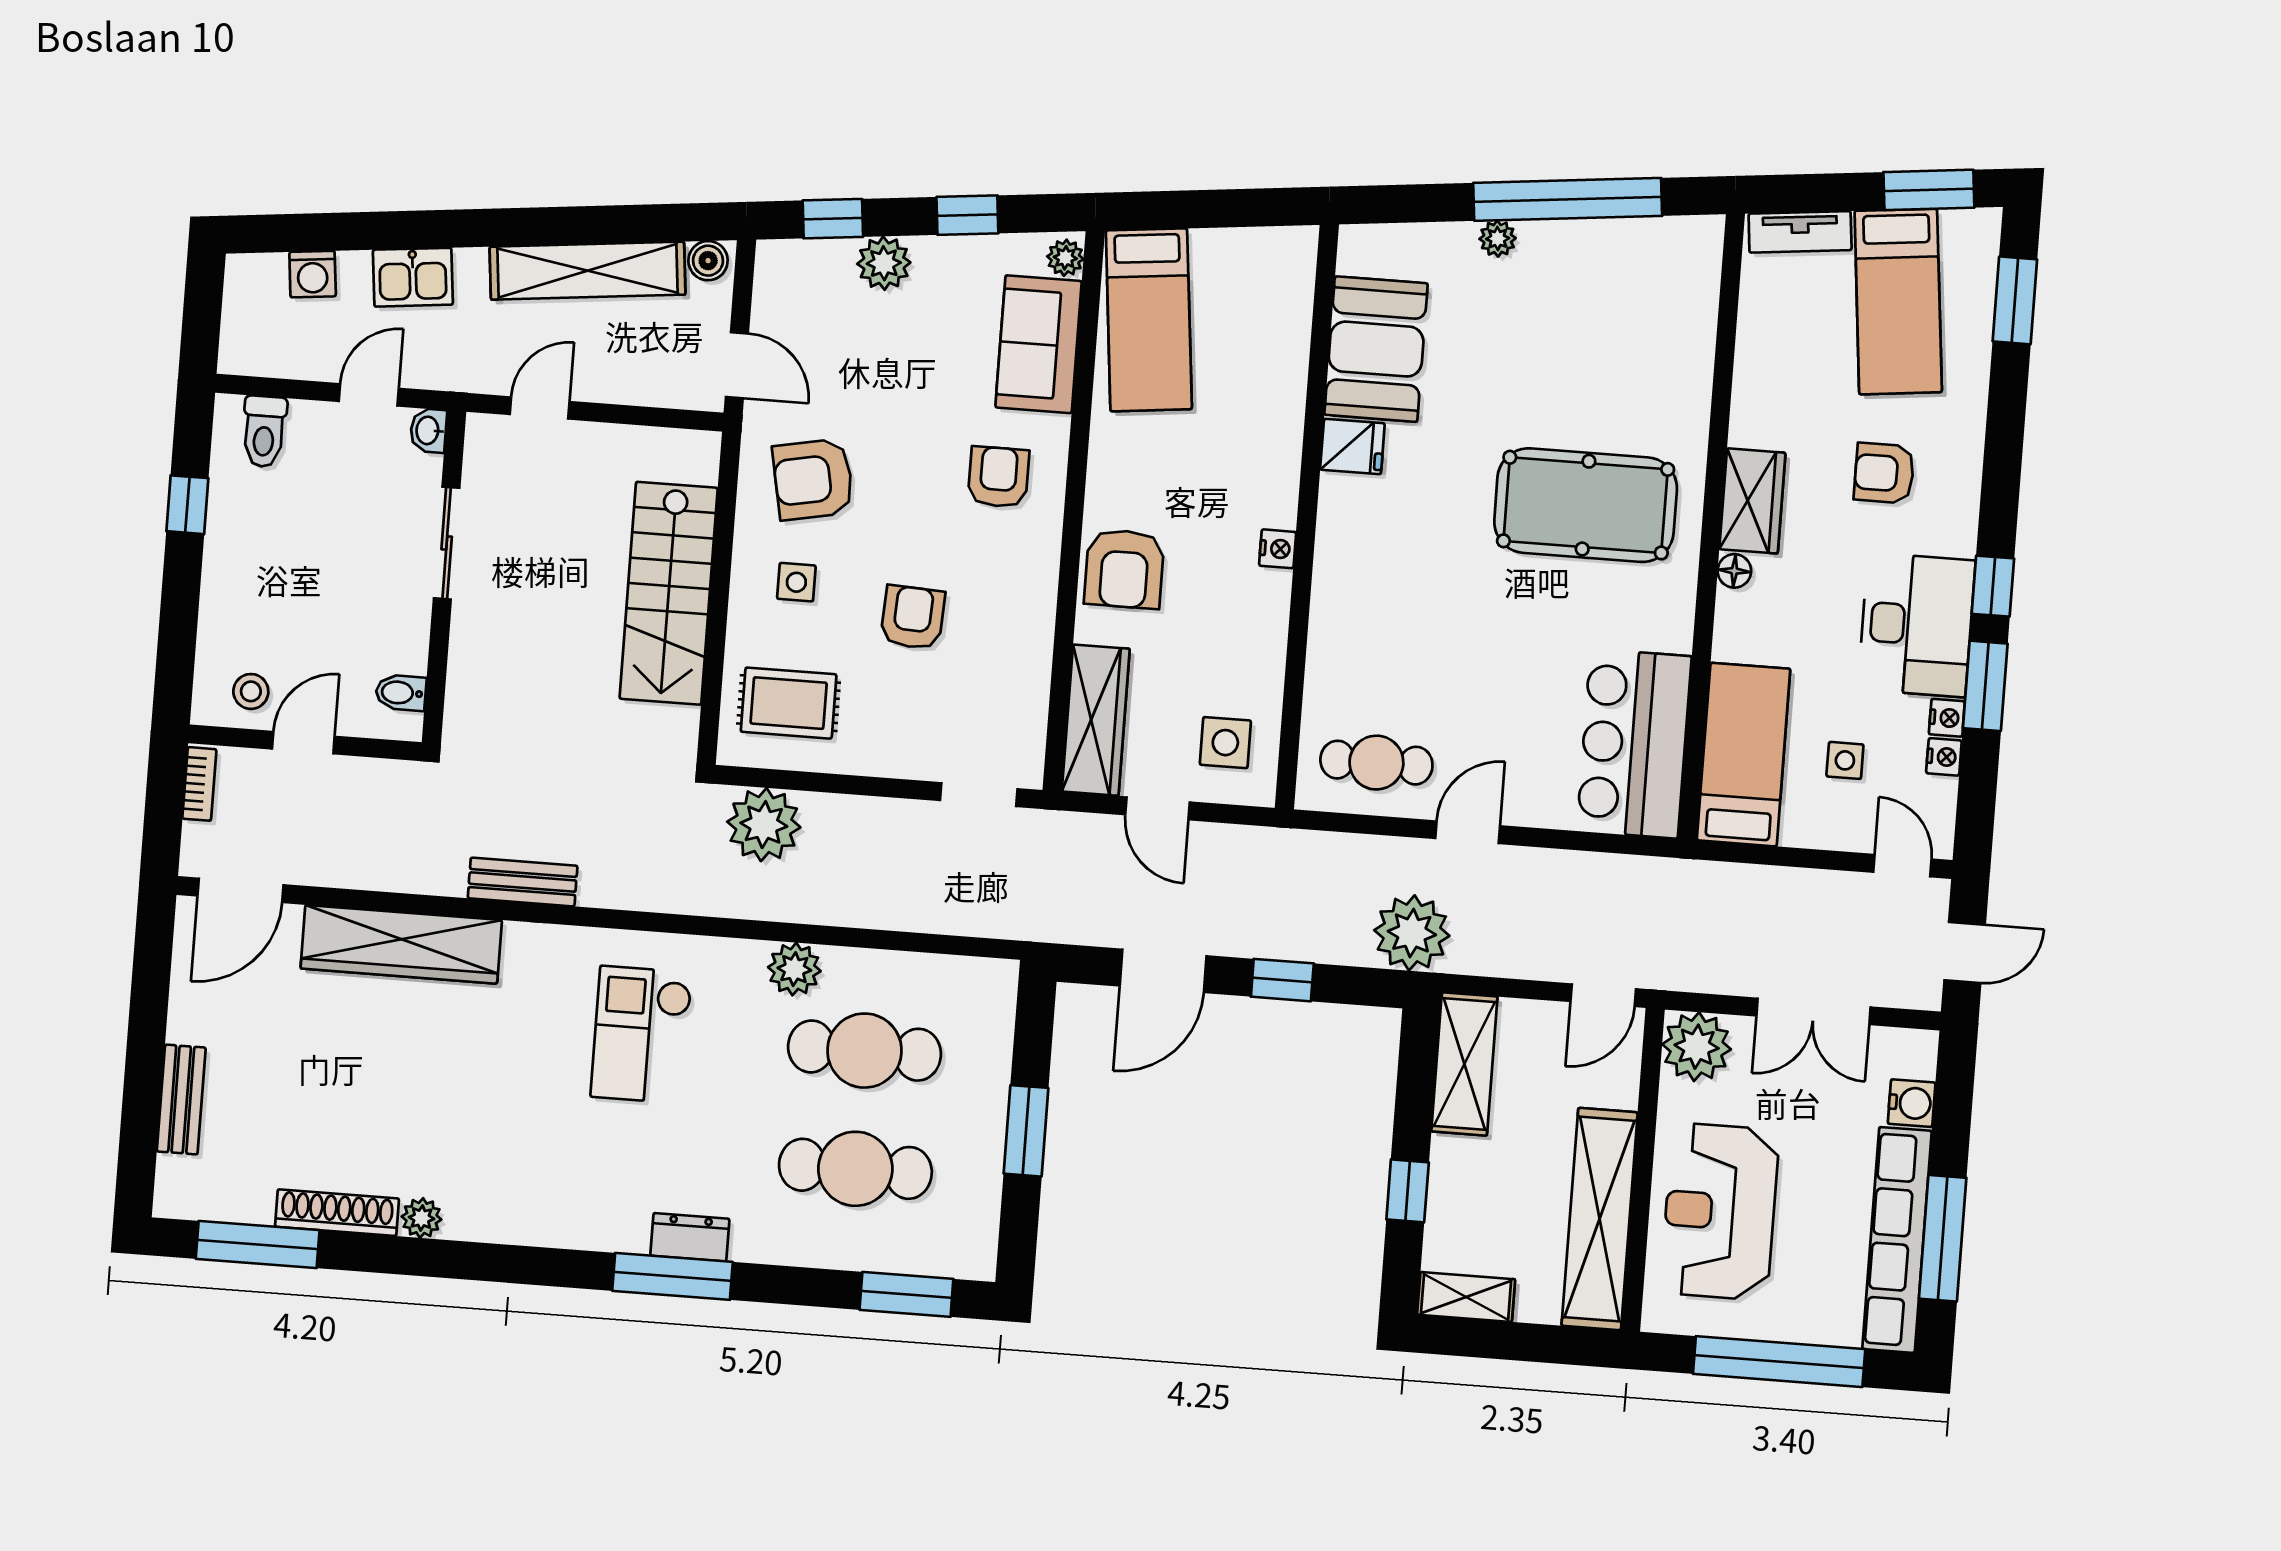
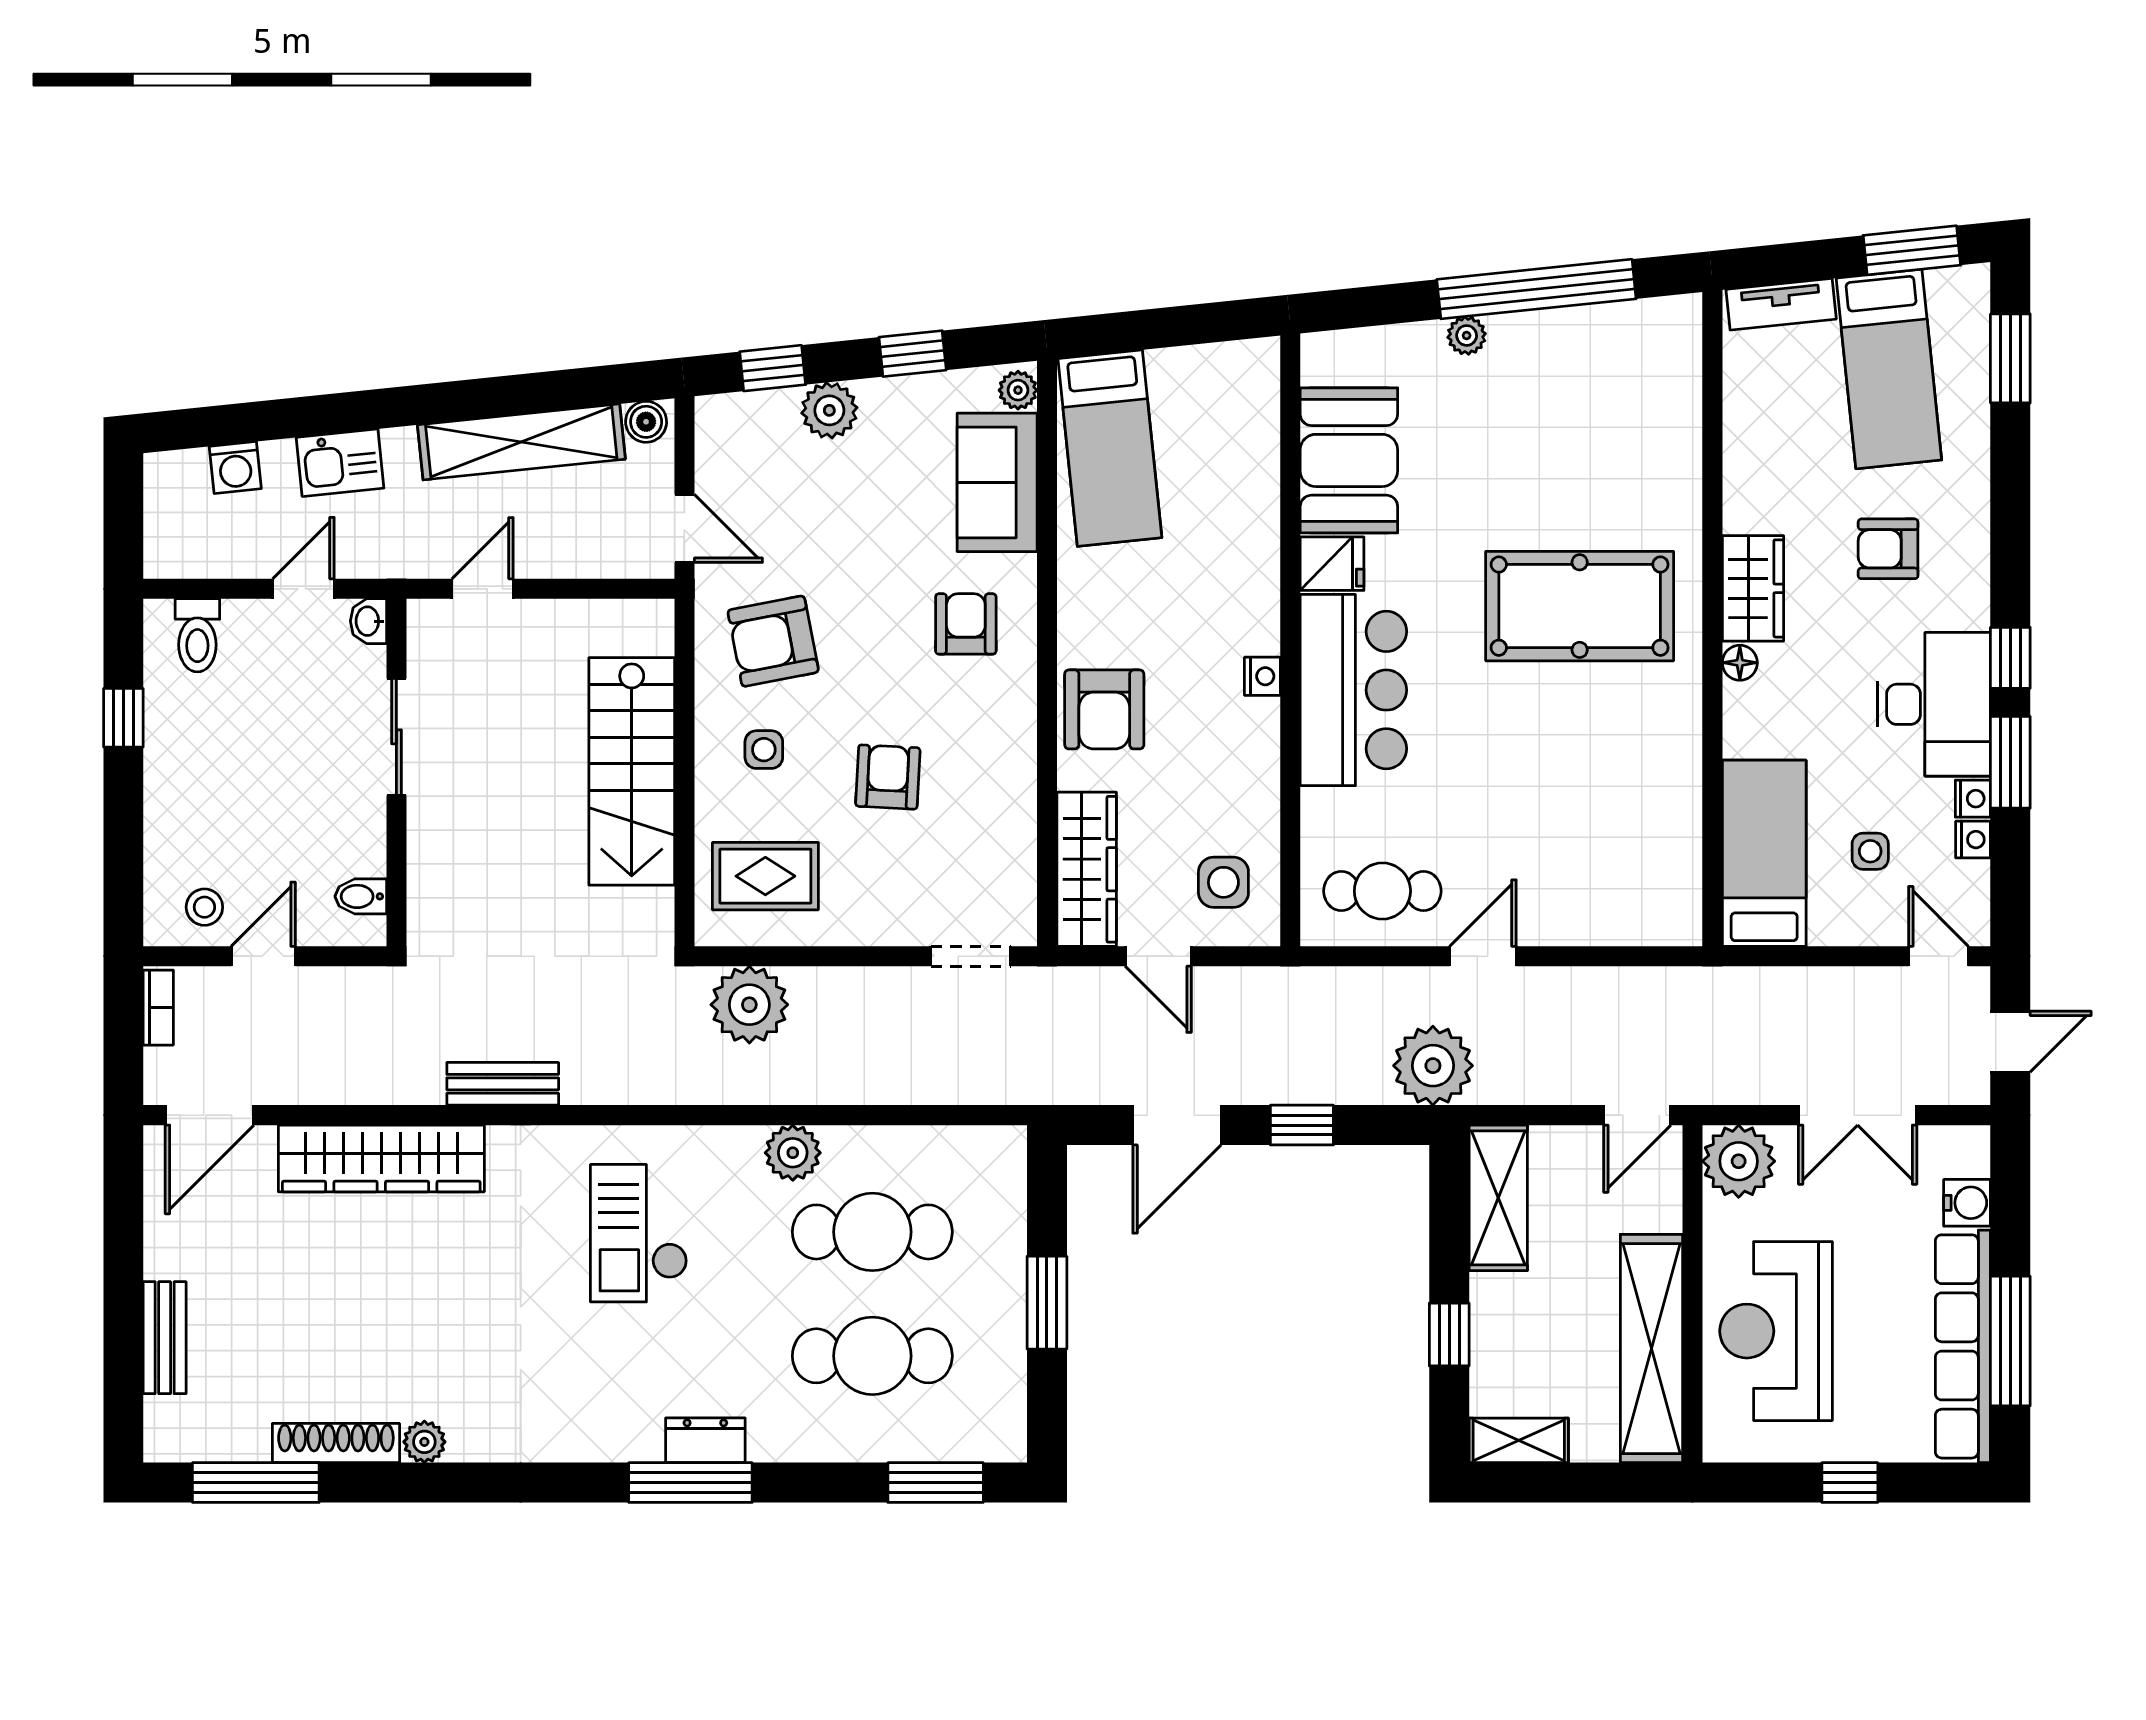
bar counter: (1634, 744) -> (1353, 690), moved, turned 180
window: (1779, 1362) -> (1850, 1483), width x0.32

